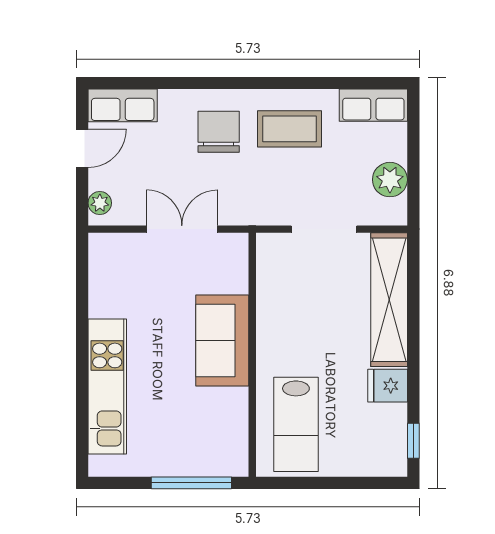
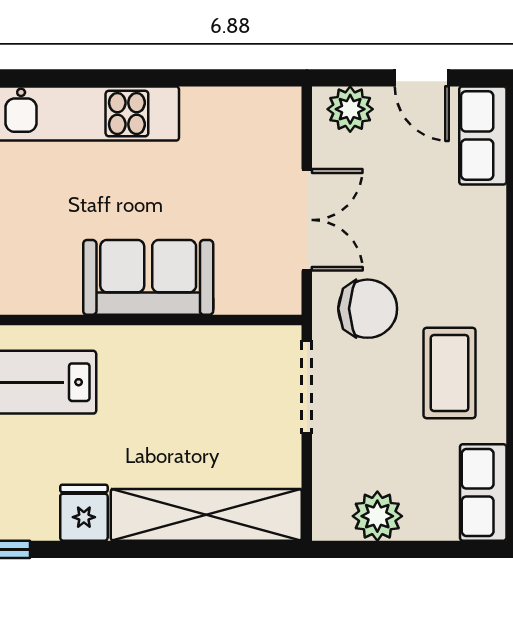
chair: (219, 132) -> (368, 309), moved
plant: (100, 203) -> (350, 109), width x1.38, depth x1.38
doorway: (324, 229) -> (307, 387), moved

